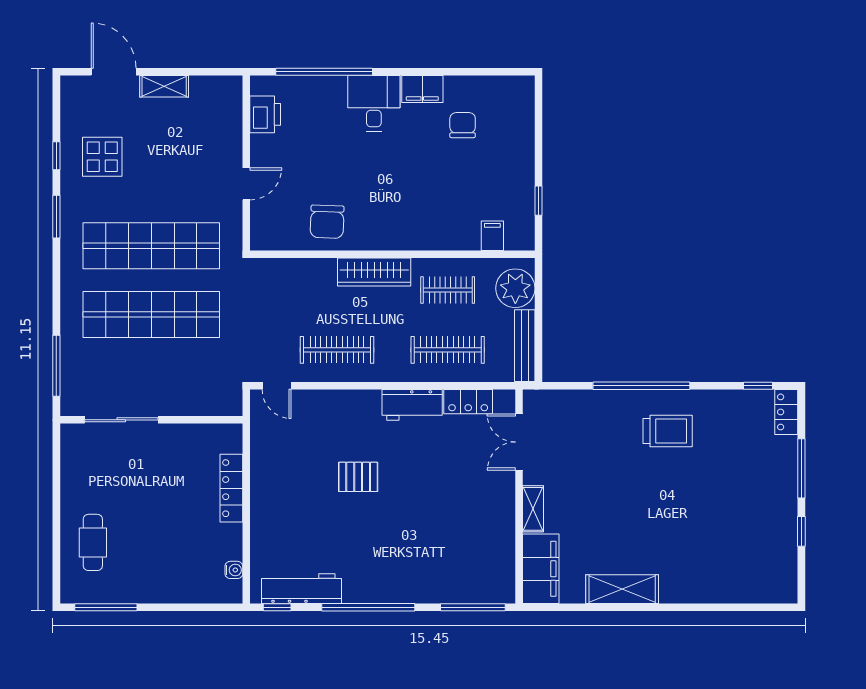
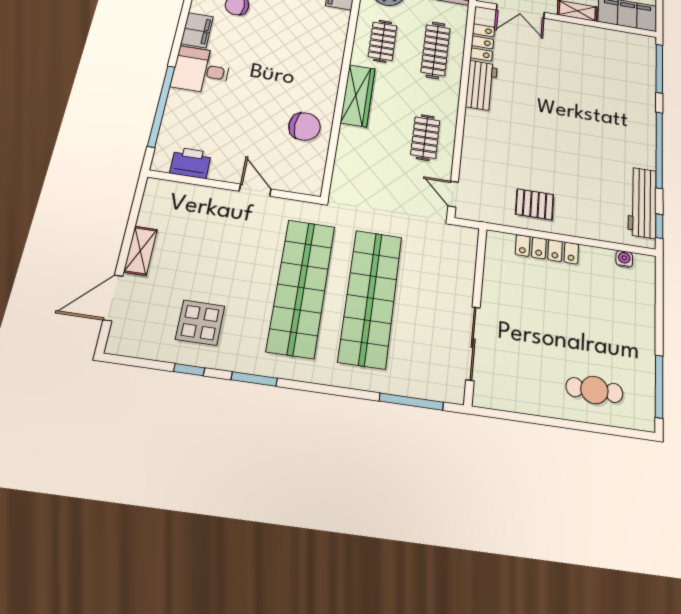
clothes rail: (337, 350) -> (425, 138), width x0.73
door: (277, 386) -> (453, 194), swing flipped
pallet: (358, 477) -> (535, 204), moved, turned 90

